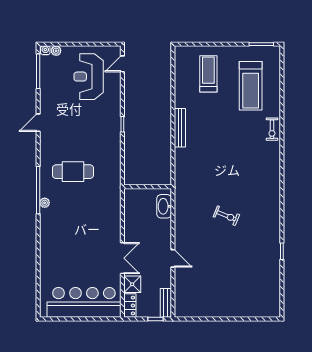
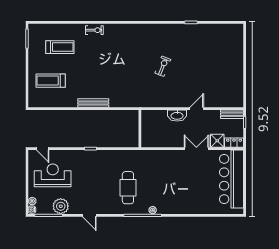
reception desk: (89, 77) -> (53, 175), turned 180
treadmill: (251, 86) -> (60, 47), width x0.73, depth x0.73
plant: (50, 87) -> (61, 206), added
washbasin: (164, 206) -> (177, 116), moved

